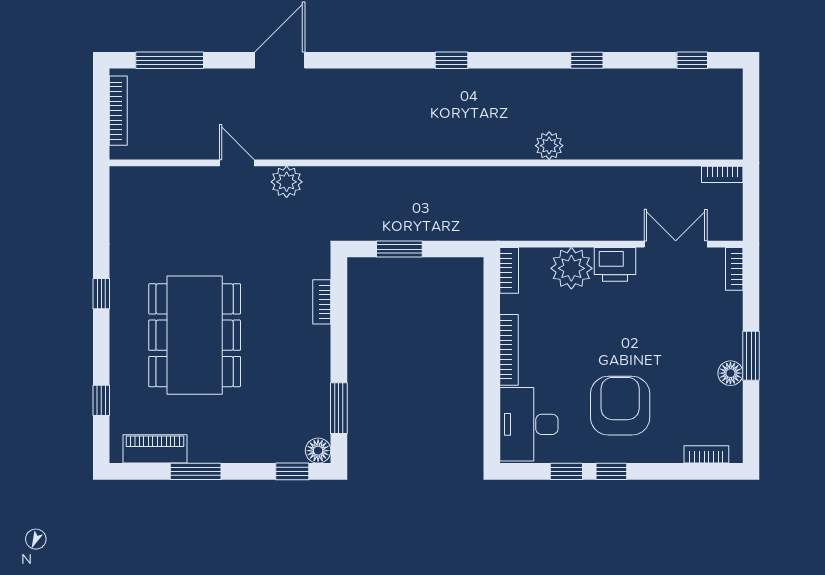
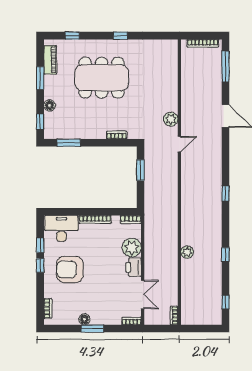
plant: (549, 146) -> (187, 252), moved
door: (237, 163) -> (179, 144), moved
armchair: (620, 406) -> (70, 270), turned 180
floor lamp: (318, 451) -> (50, 105), moved

